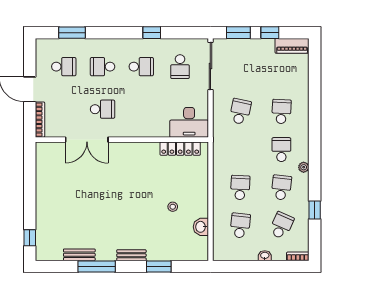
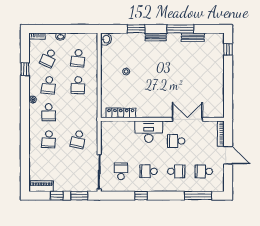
window: (72, 33) -> (198, 196), width x1.44
desk: (189, 122) -> (149, 132), moved
washbasin: (201, 227) -> (106, 39), moved

